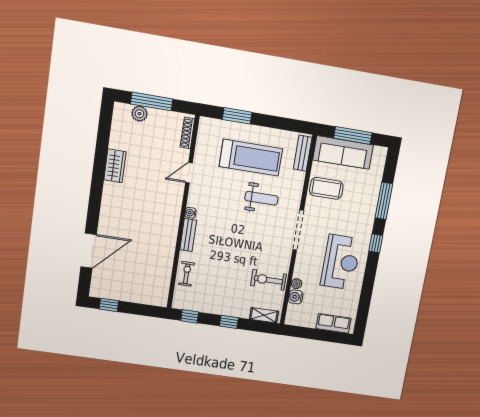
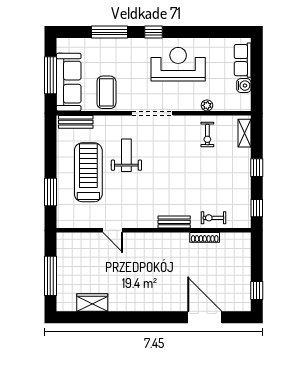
plant: (139, 114) -> (64, 286), removed
shoe rack: (187, 133) -> (205, 237), moved
wardrobe: (115, 166) -> (92, 303), moved
water cooler: (191, 213) -> (152, 223), removed
exercise bike: (269, 280) -> (207, 135), width x0.73, depth x0.72
water cooler: (296, 297) -> (244, 86), moved, turned -90

